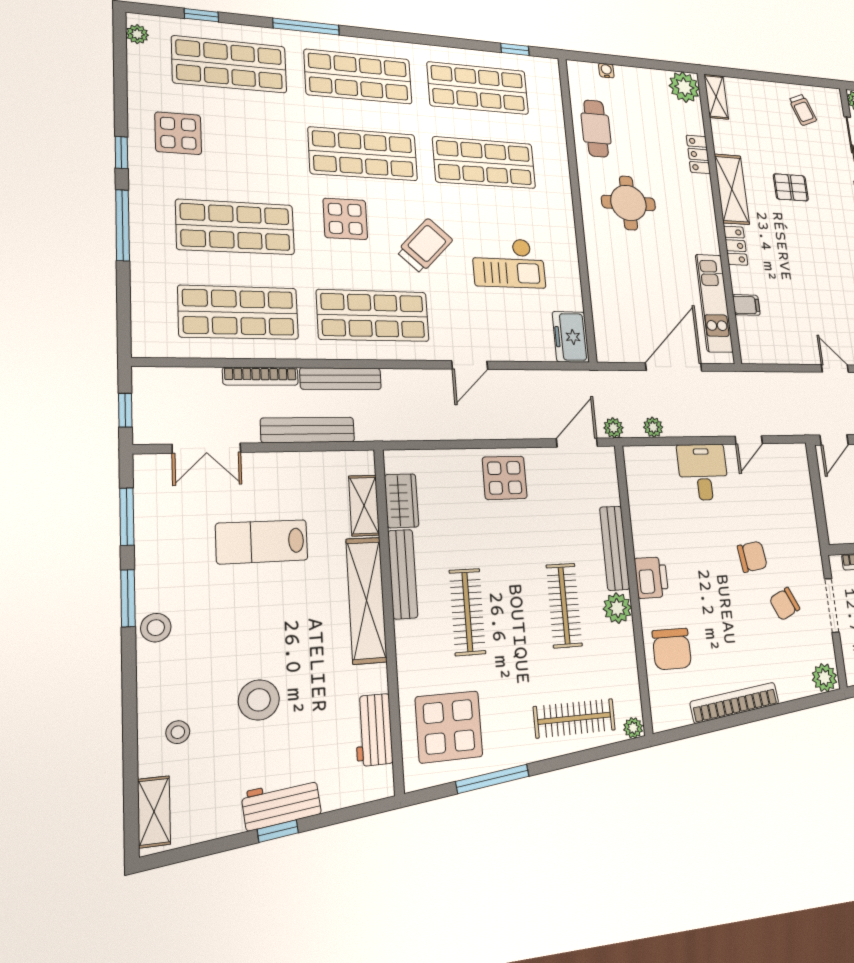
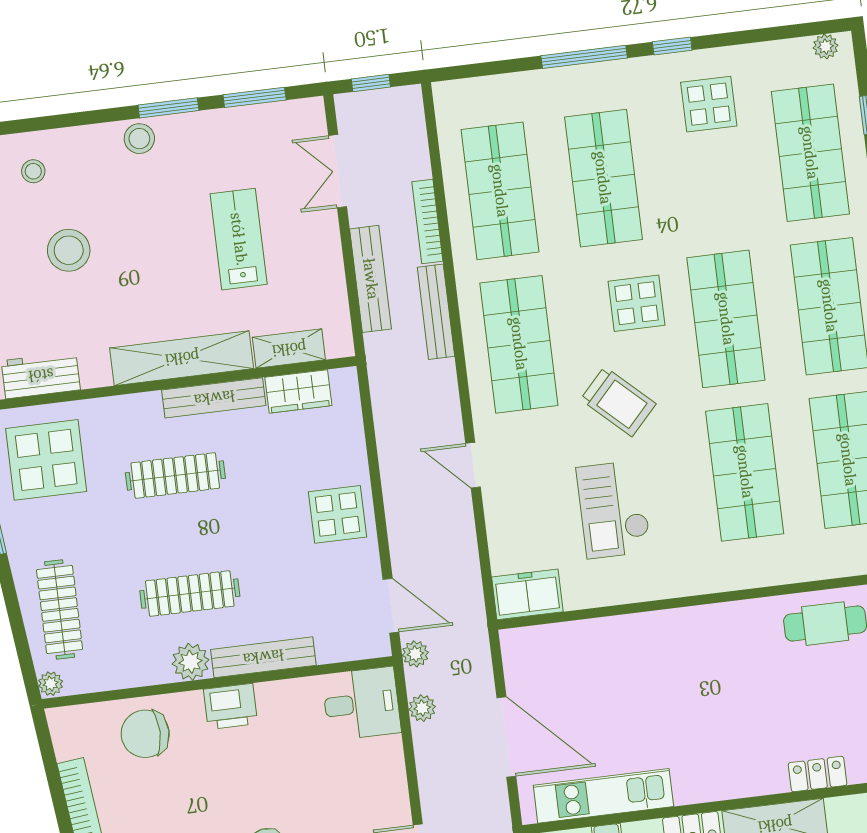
round table: (628, 203) -> (726, 671), removed
desk: (703, 472) -> (361, 704), moved

